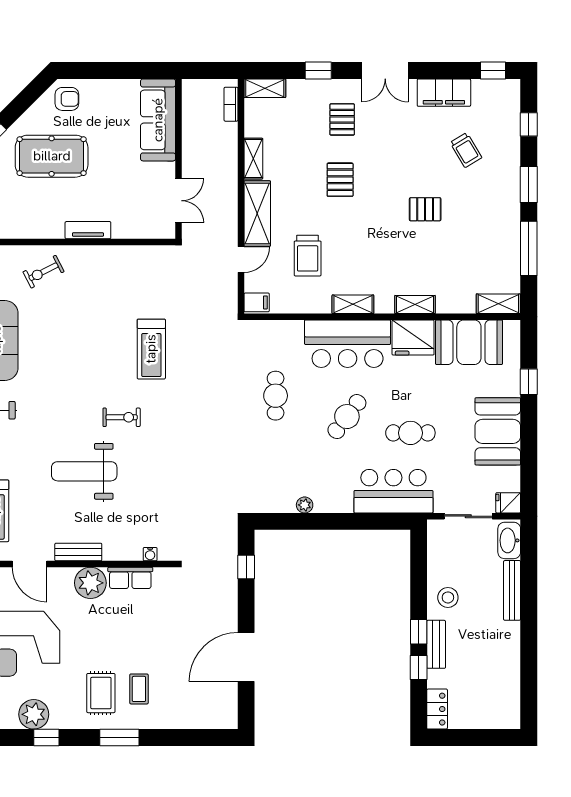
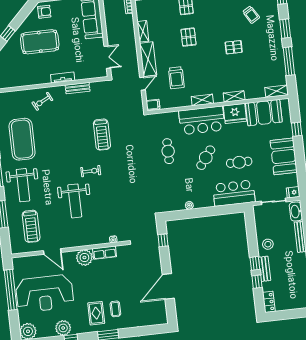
weight bench: (84, 471) -> (75, 201), turned -90
bench: (78, 552) -> (78, 88), moved

